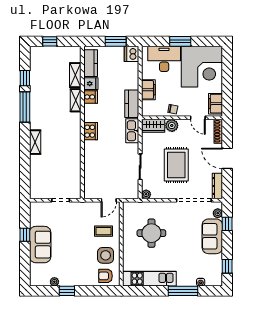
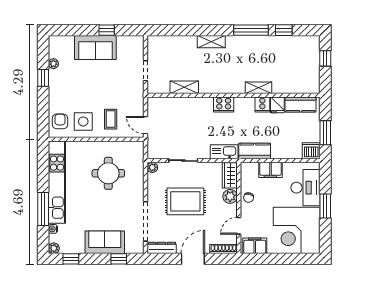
shelving: (75, 75) -> (184, 87), moved
plant: (218, 213) -> (54, 248), moved
kitchen unit: (149, 279) -> (57, 182), width x1.36

